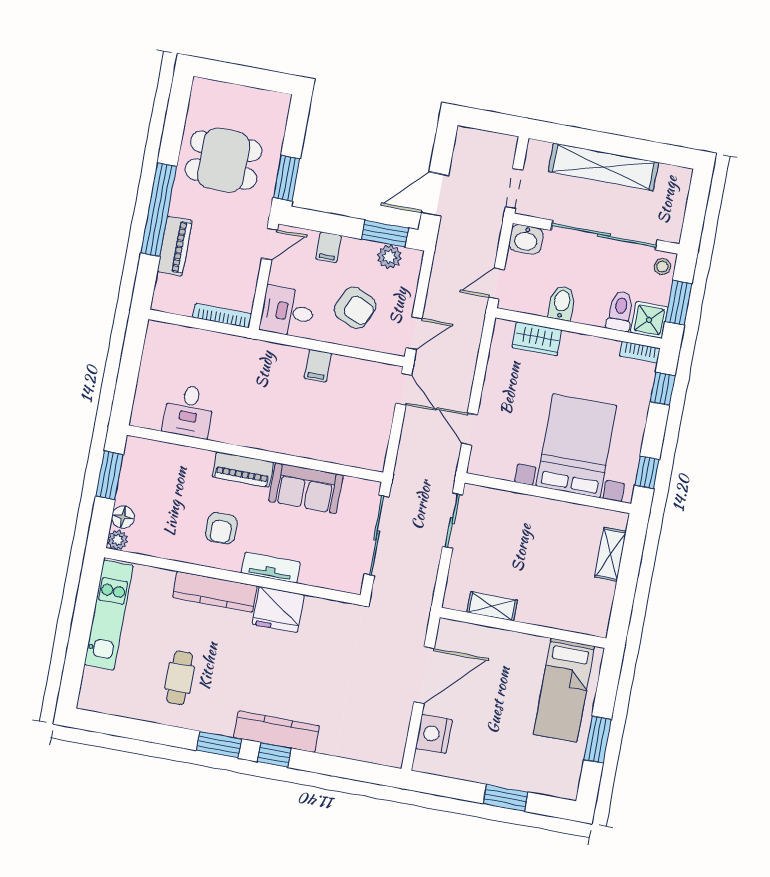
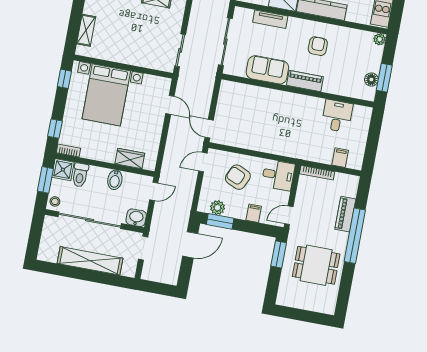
filing cabinet: (318, 366) -> (340, 158), moved
floor lamp: (123, 517) -> (371, 80), moved
tv unit: (271, 568) -> (270, 19), moved

